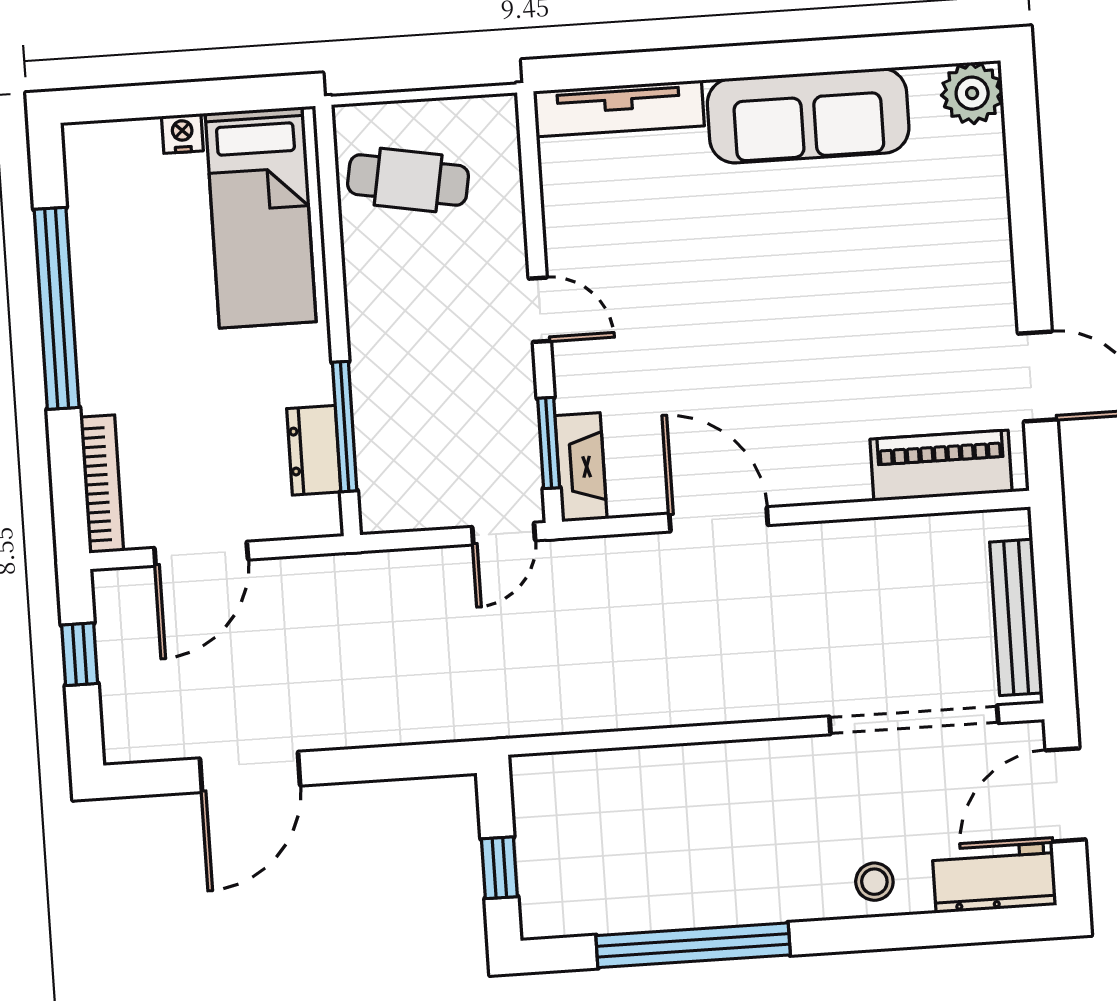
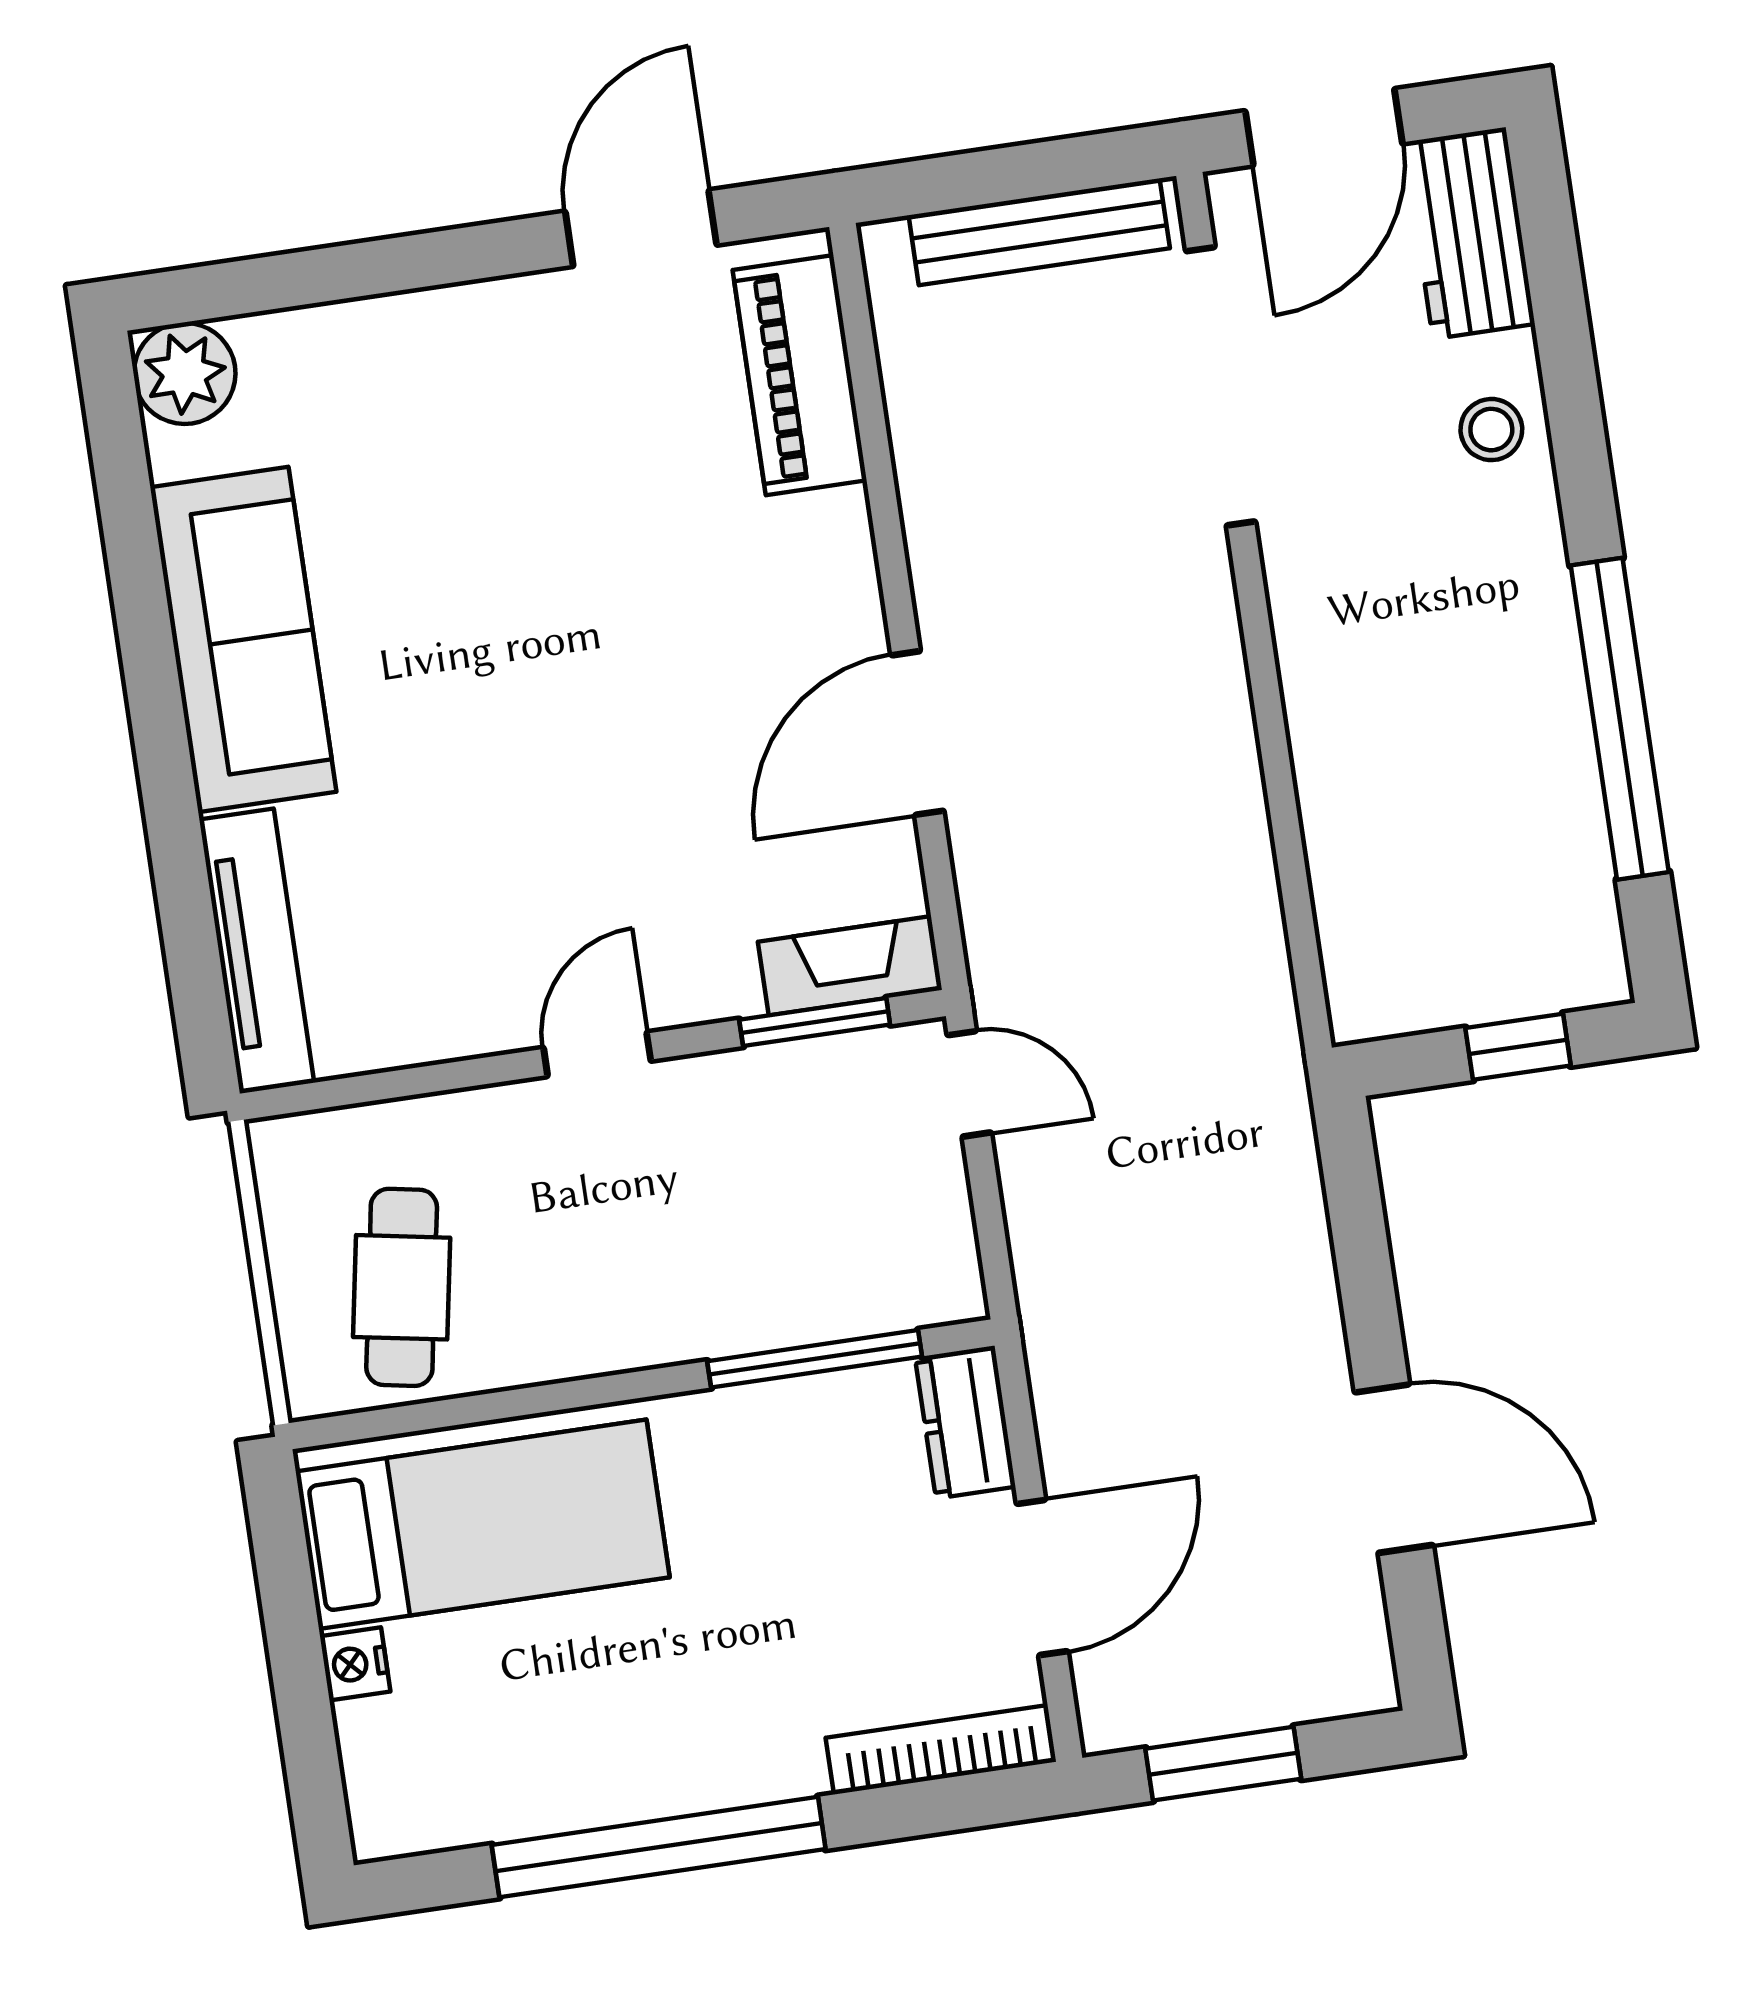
dresser: (314, 450) -> (965, 1422), moved, turned 90
door: (201, 554) -> (1042, 1578), hinge flipped
window: (80, 654) -> (1223, 1764), width x1.50
door: (1066, 795) -> (1324, 127), hinge flipped

